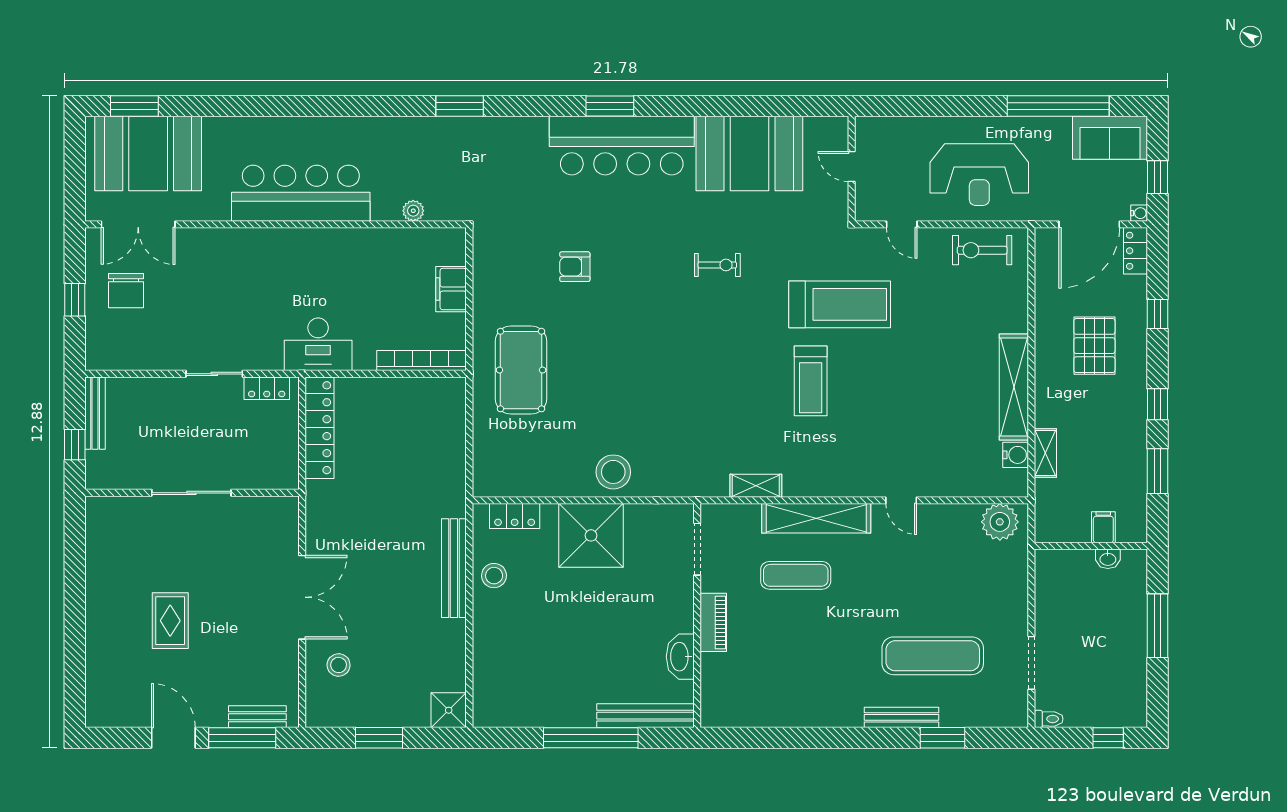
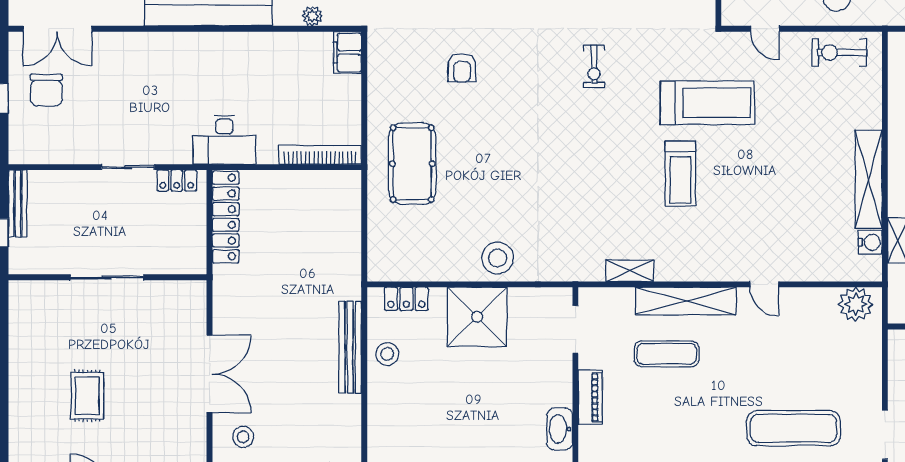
exercise bike: (717, 265) -> (594, 66), turned 90
armchair: (575, 267) -> (462, 68), turned -90
filing cabinet: (451, 289) -> (347, 53), moved

